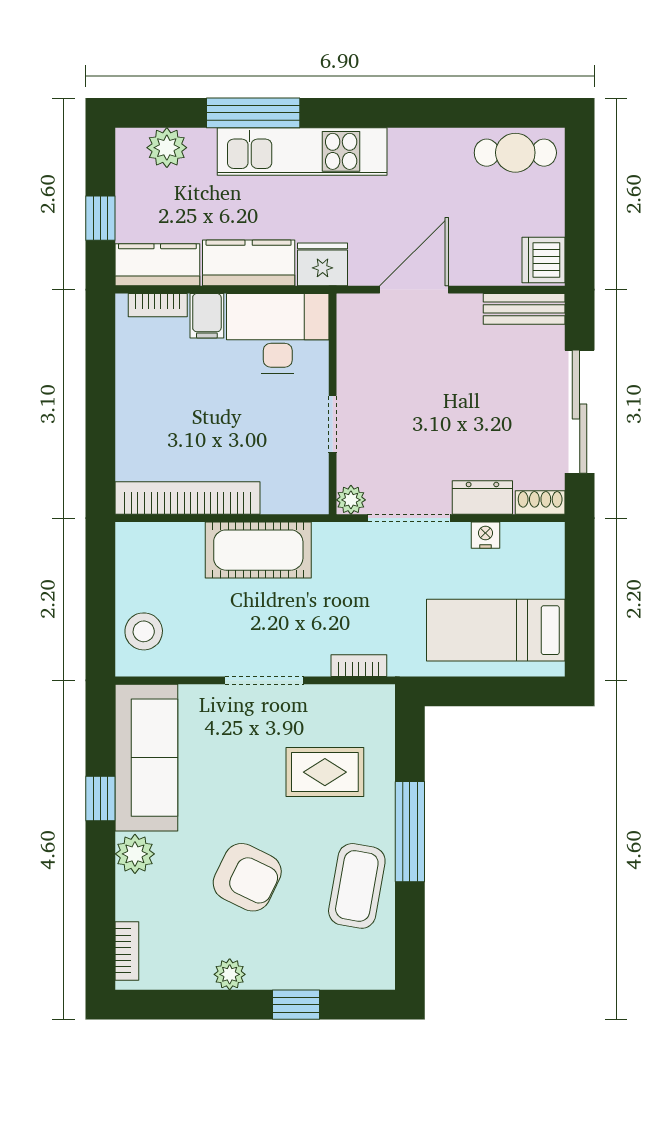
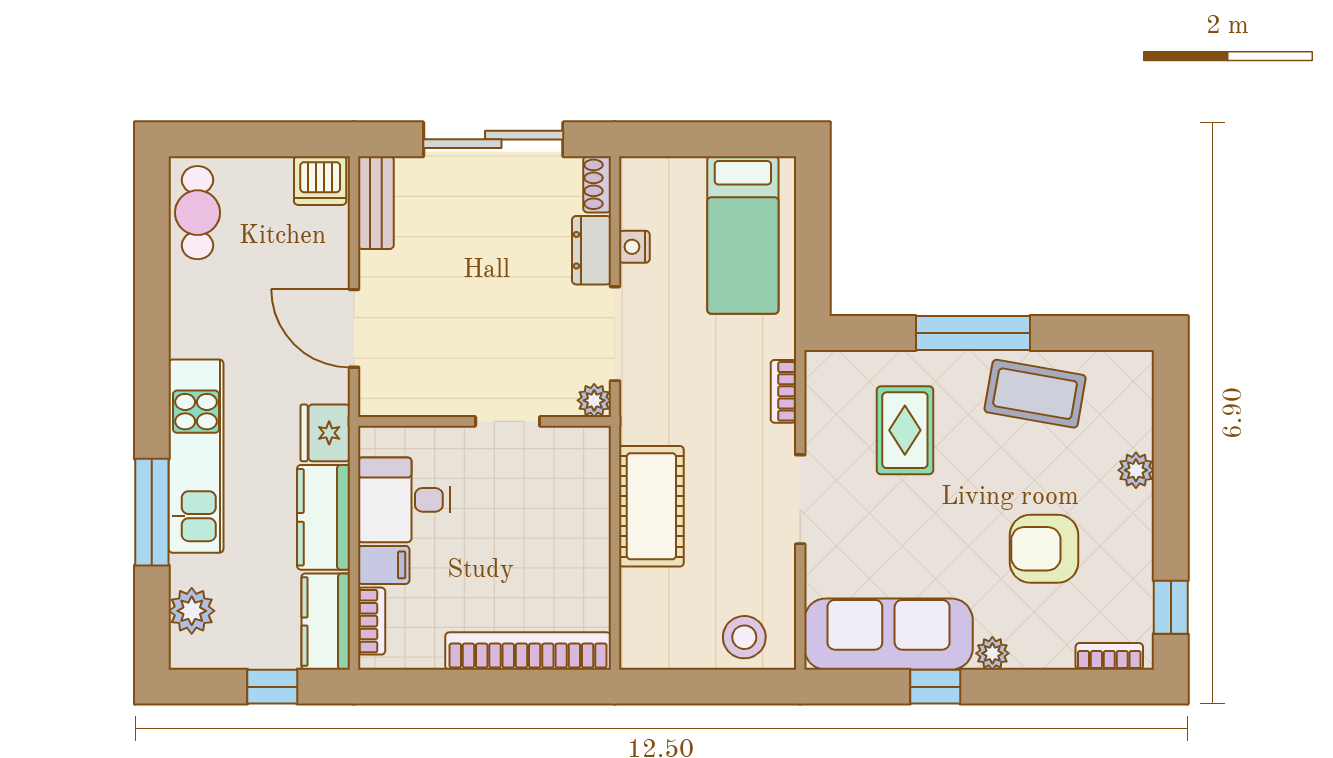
desk: (278, 334) -> (404, 500), width x0.73
bookcase: (188, 498) -> (528, 651), moved, turned 90
plant: (135, 854) -> (992, 653), width x0.73, depth x0.73
armchair: (247, 877) -> (1044, 549), moved, turned -116
plant: (230, 974) -> (1136, 470), moved
window: (296, 1005) -> (1171, 607), moved

